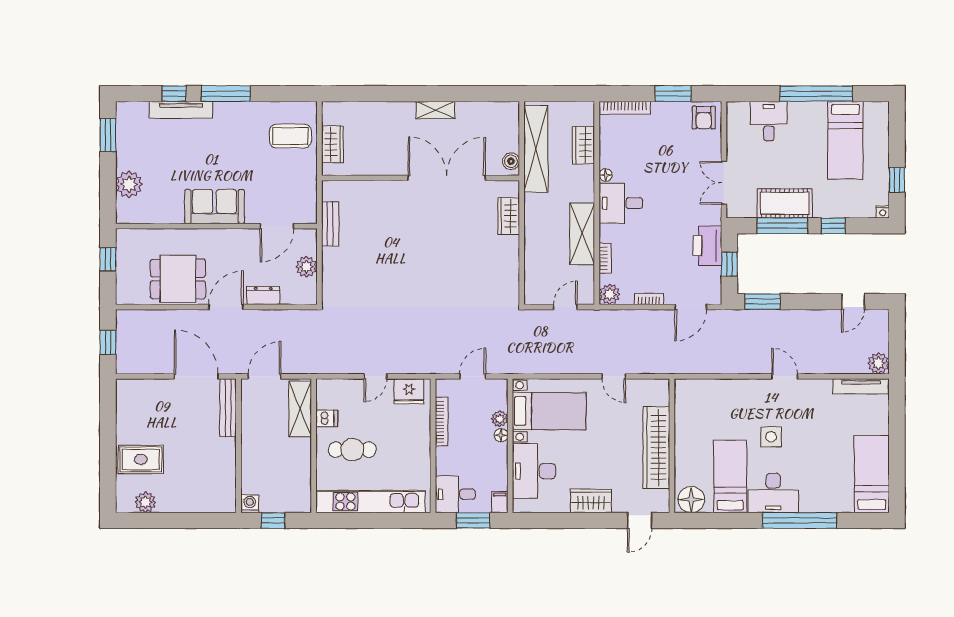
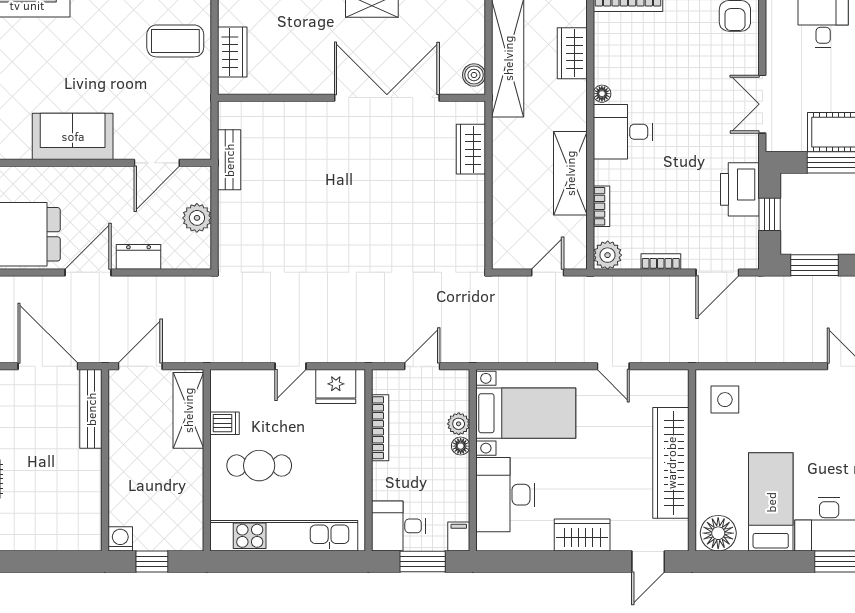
side table: (771, 437) -> (725, 400), moved

